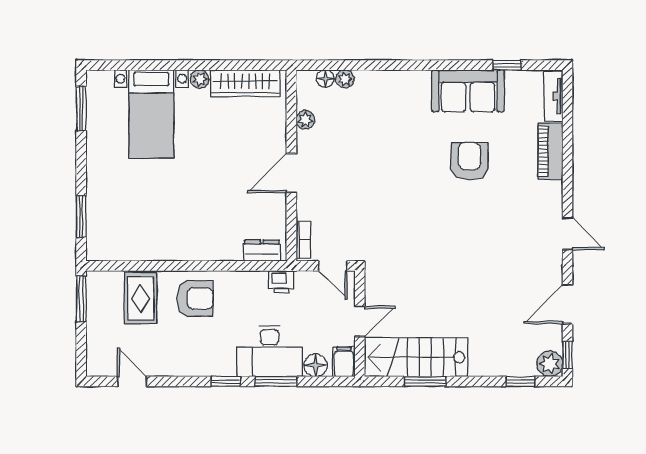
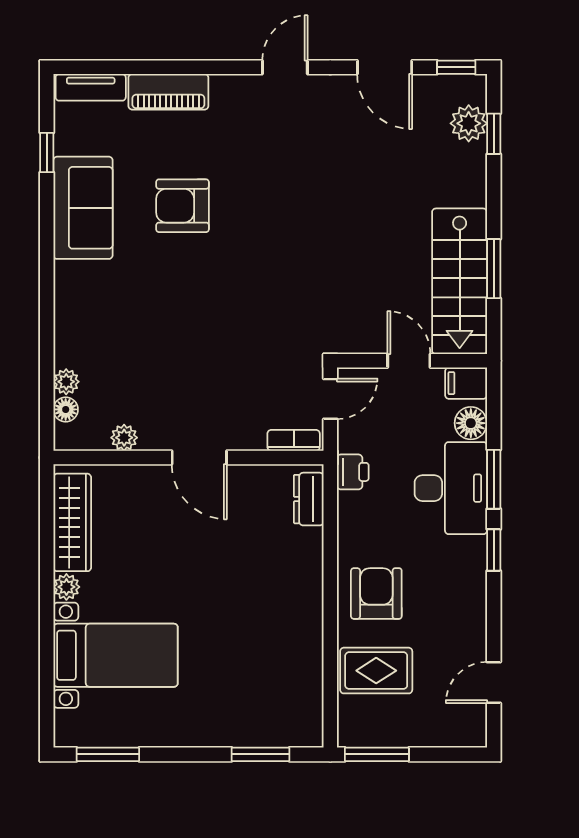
plant: (550, 364) -> (469, 123), moved

